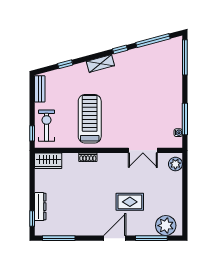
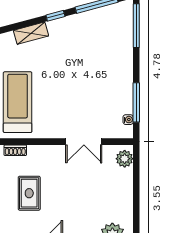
rug: (130, 202) -> (29, 193), moved, turned 90

